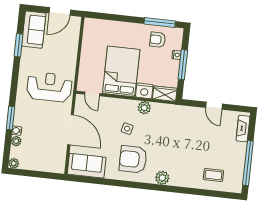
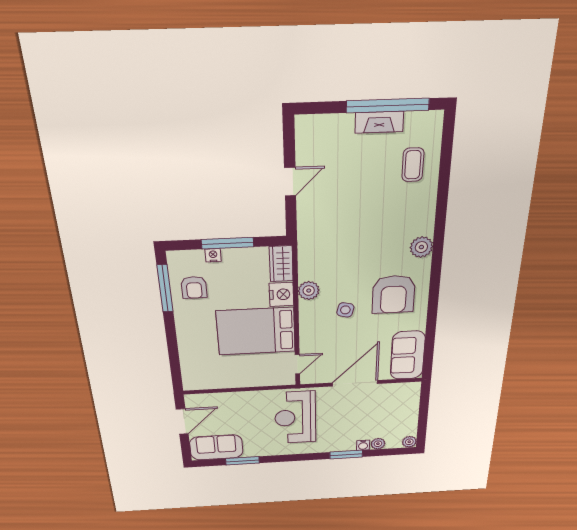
door: (60, 11) -> (182, 422), hinge flipped
fireplace: (243, 129) -> (379, 122), moved

